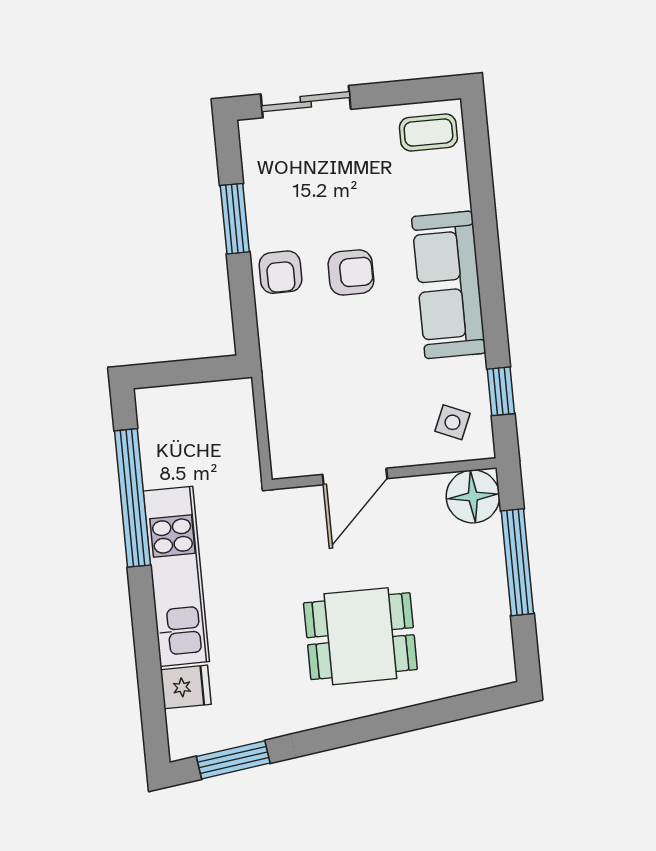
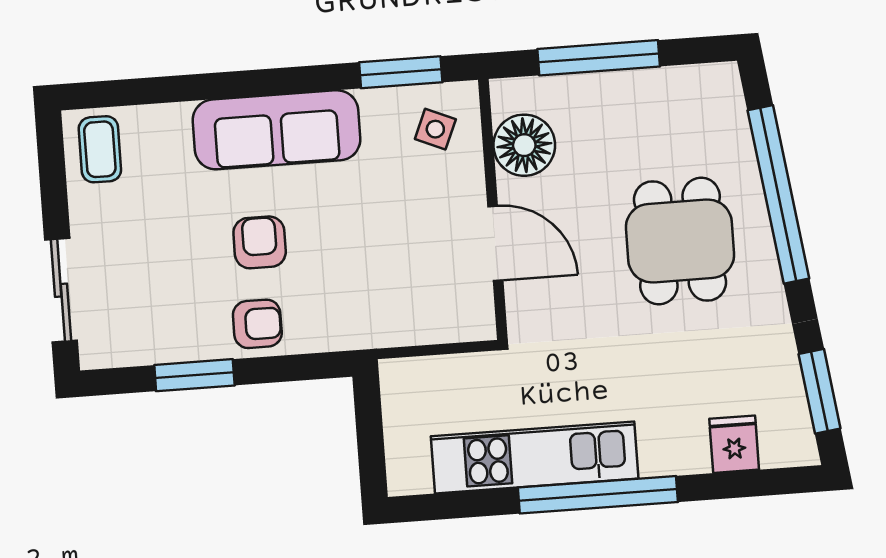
window: (501, 391) -> (401, 72), width x1.50
floor lamp: (473, 496) -> (524, 145), moved
window: (132, 498) -> (598, 495), moved
kitchen unit: (176, 576) -> (535, 457), moved
window: (403, 720) -> (778, 194), added

